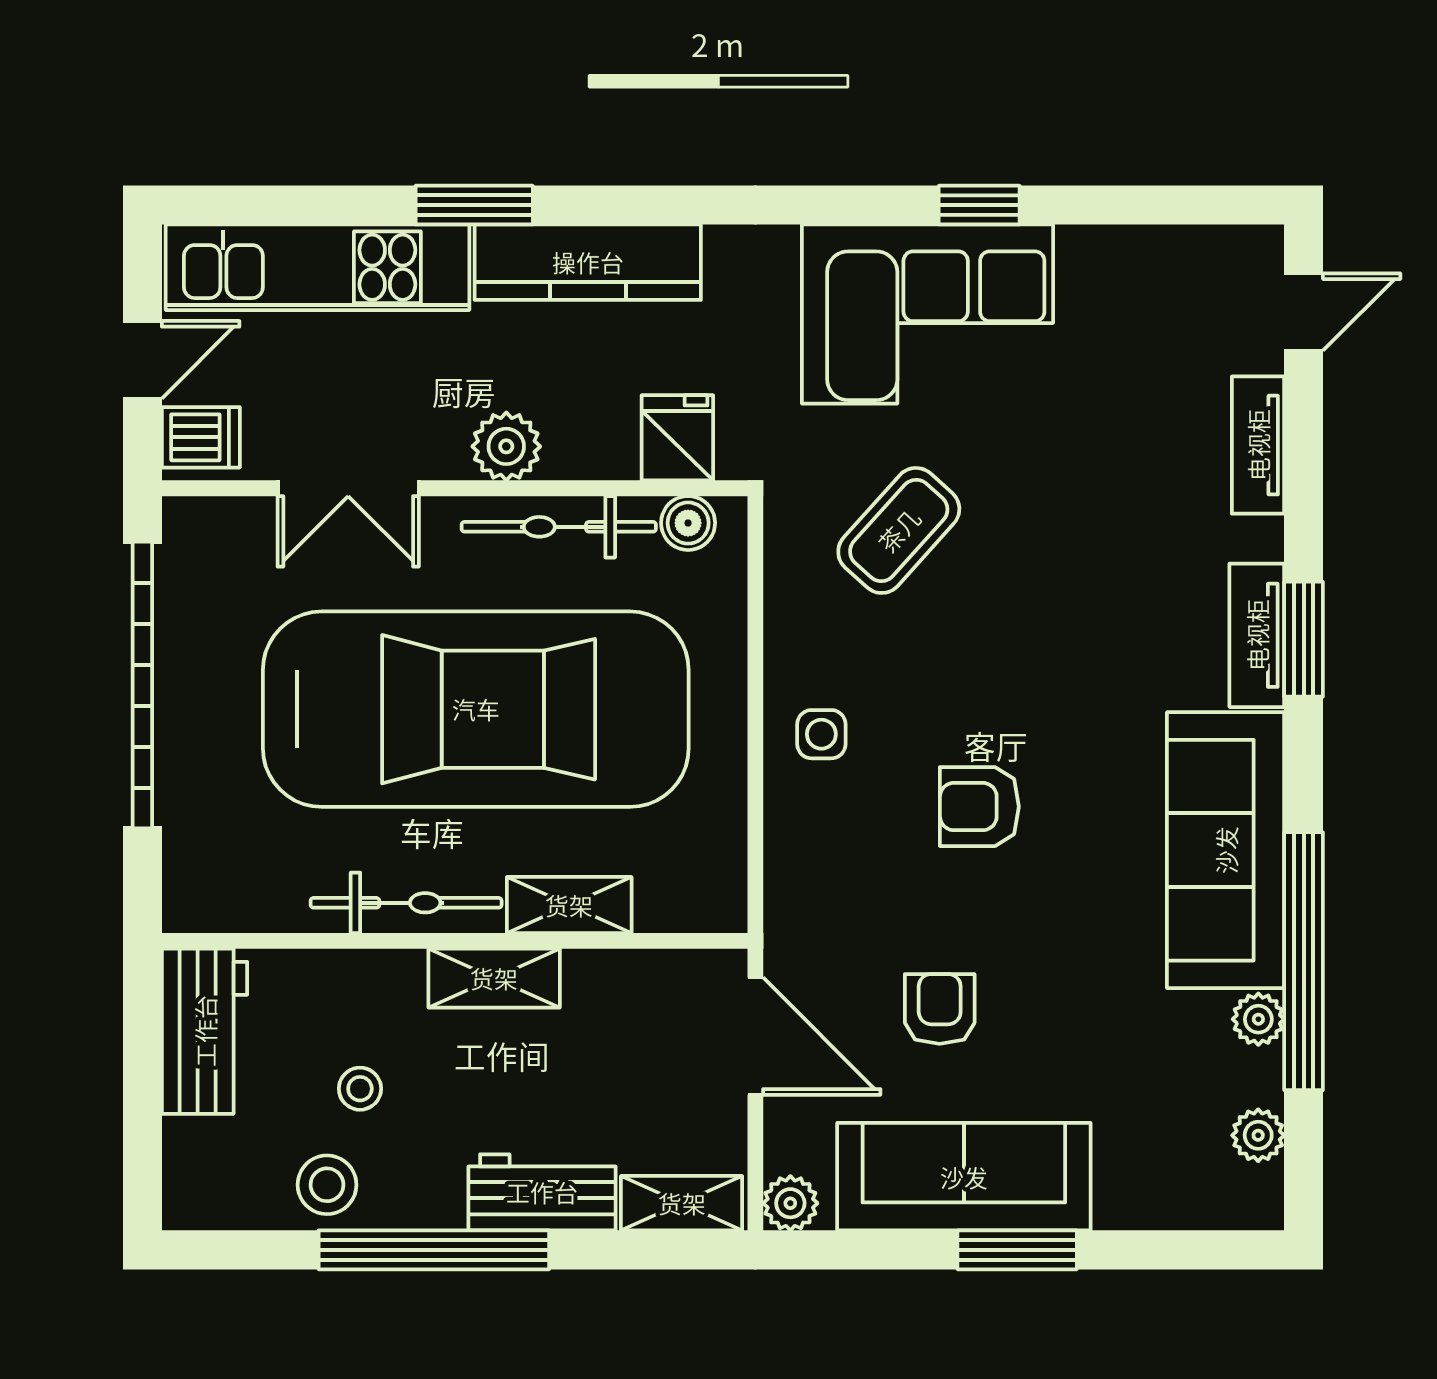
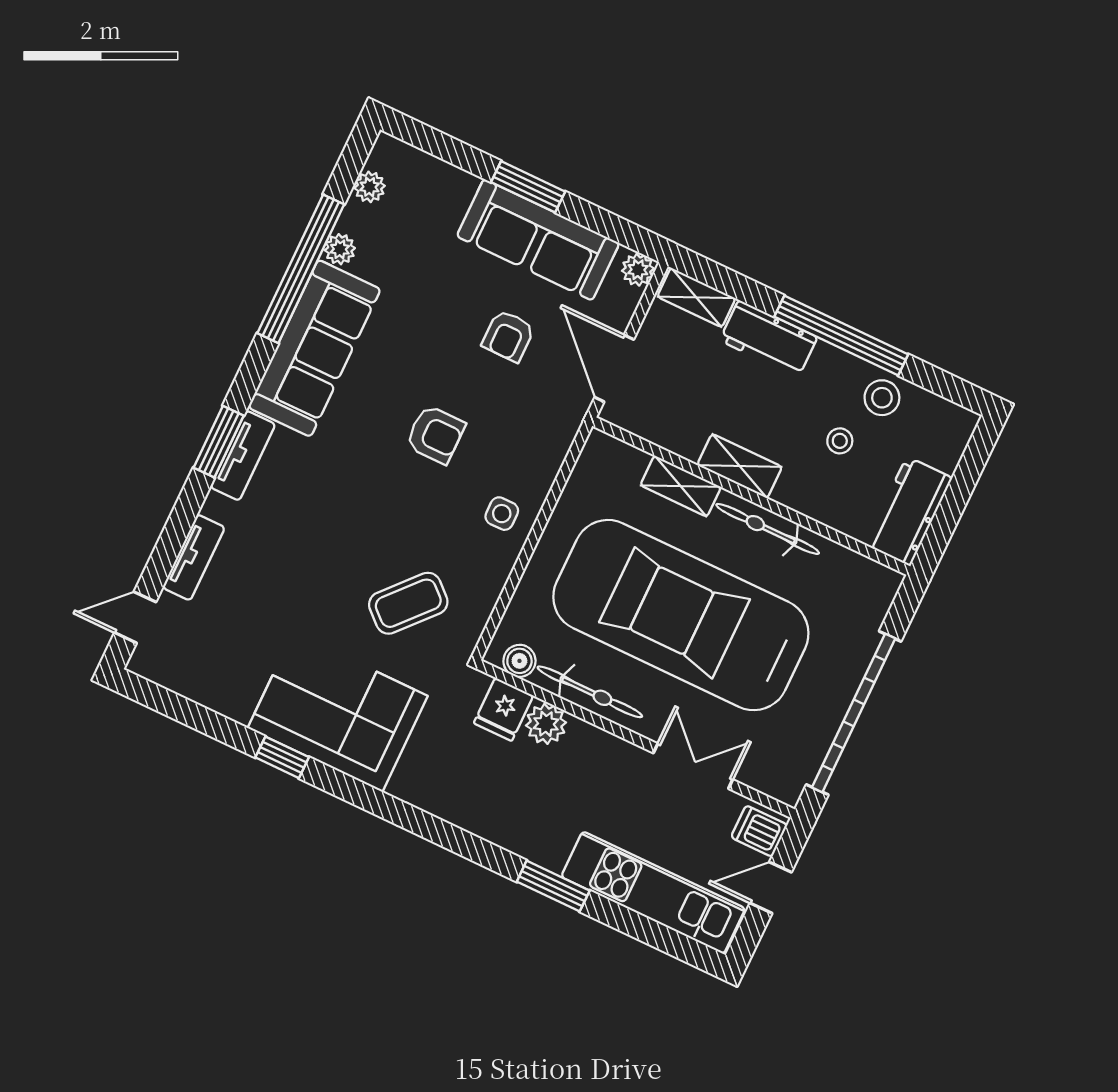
kitchen counter: (588, 262) -> (507, 826), removed
plant: (506, 446) -> (546, 724), moved

